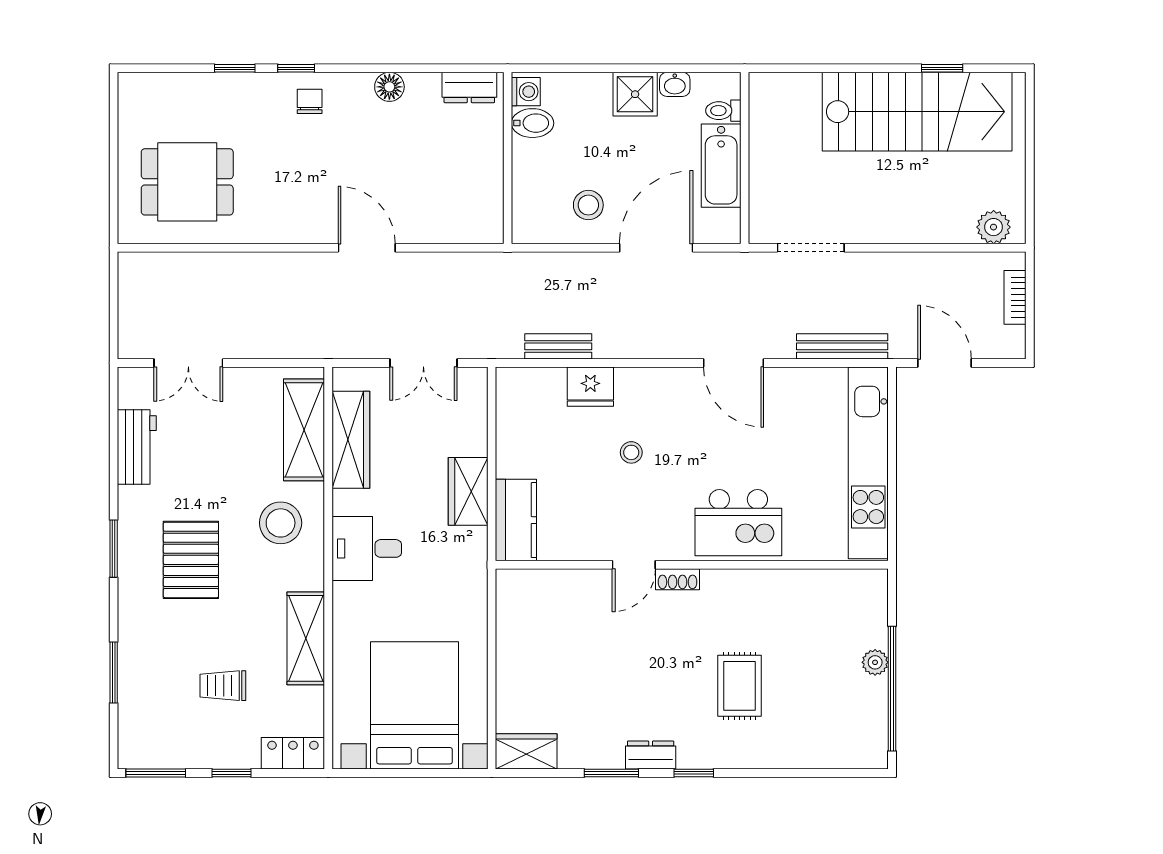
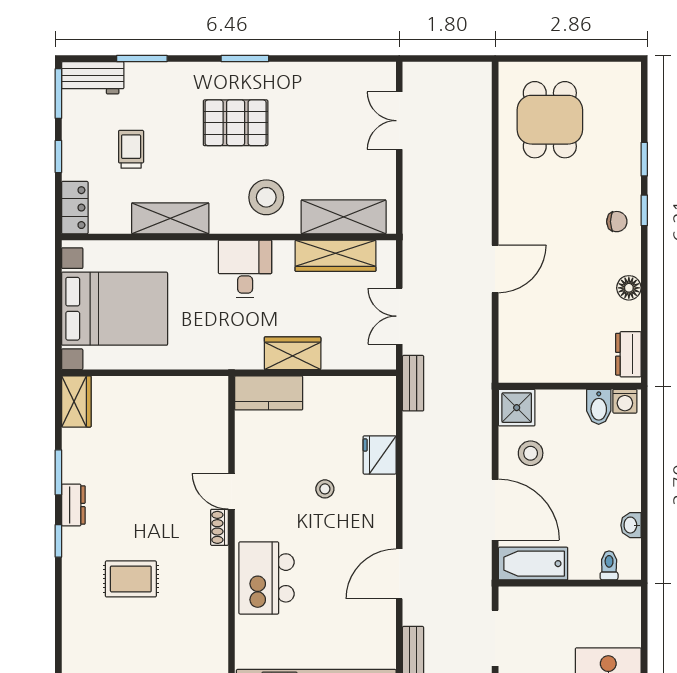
shower: (635, 94) -> (517, 408), moved
bathtub: (721, 166) -> (533, 564), moved
bench: (558, 346) -> (413, 383), moved
workbench: (137, 447) -> (93, 78), moved

